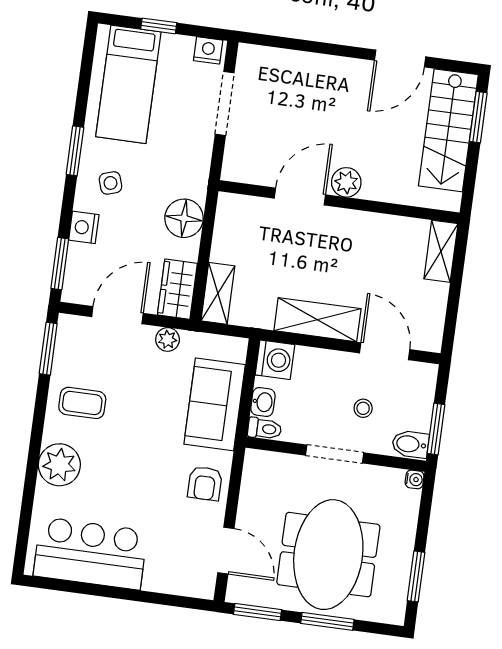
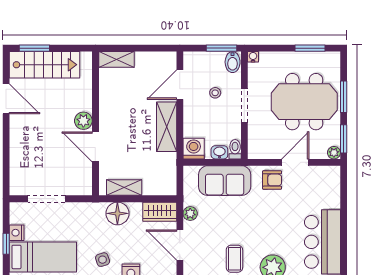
nightstand: (208, 50) -> (17, 233), moved
shelving: (218, 293) -> (124, 188), moved
door: (226, 551) -> (295, 162), moved
plant: (237, 593) -> (334, 153), added

